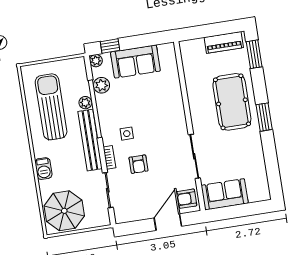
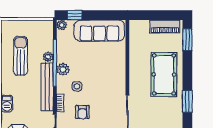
sofa: (135, 62) -> (99, 31), width x1.36
plant: (101, 85) -> (63, 69), moved
sun lounger: (51, 107) -> (21, 56), width x0.73, depth x0.75
window: (264, 117) -> (187, 101), moved

